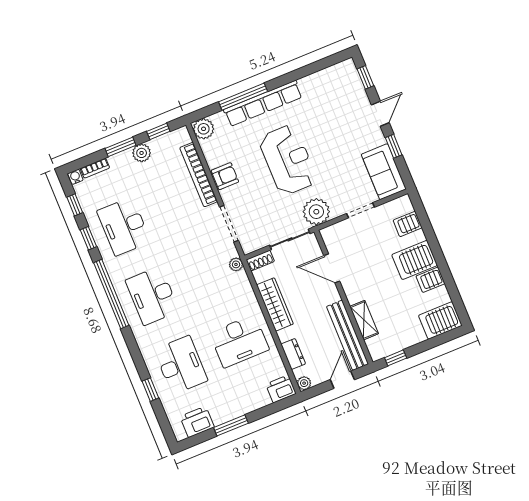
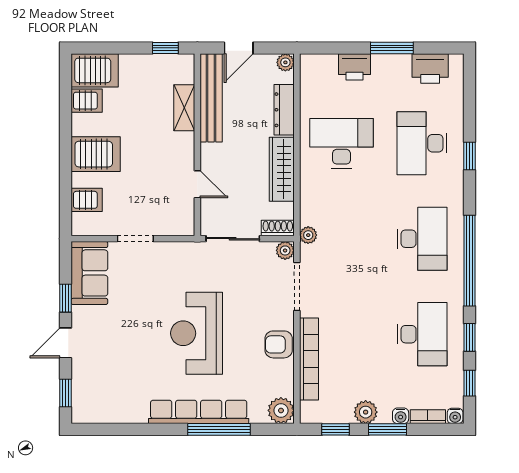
water cooler: (115, 161) -> (401, 416), added
plant: (316, 212) -> (285, 250), moved, width x0.53, depth x0.53
door: (332, 268) -> (197, 184), width x0.73
server rack: (430, 280) -> (87, 101), moved
dresser: (293, 354) -> (284, 110), width x1.44
printer: (281, 389) -> (354, 67), moved
window: (150, 390) -> (469, 156), moved

